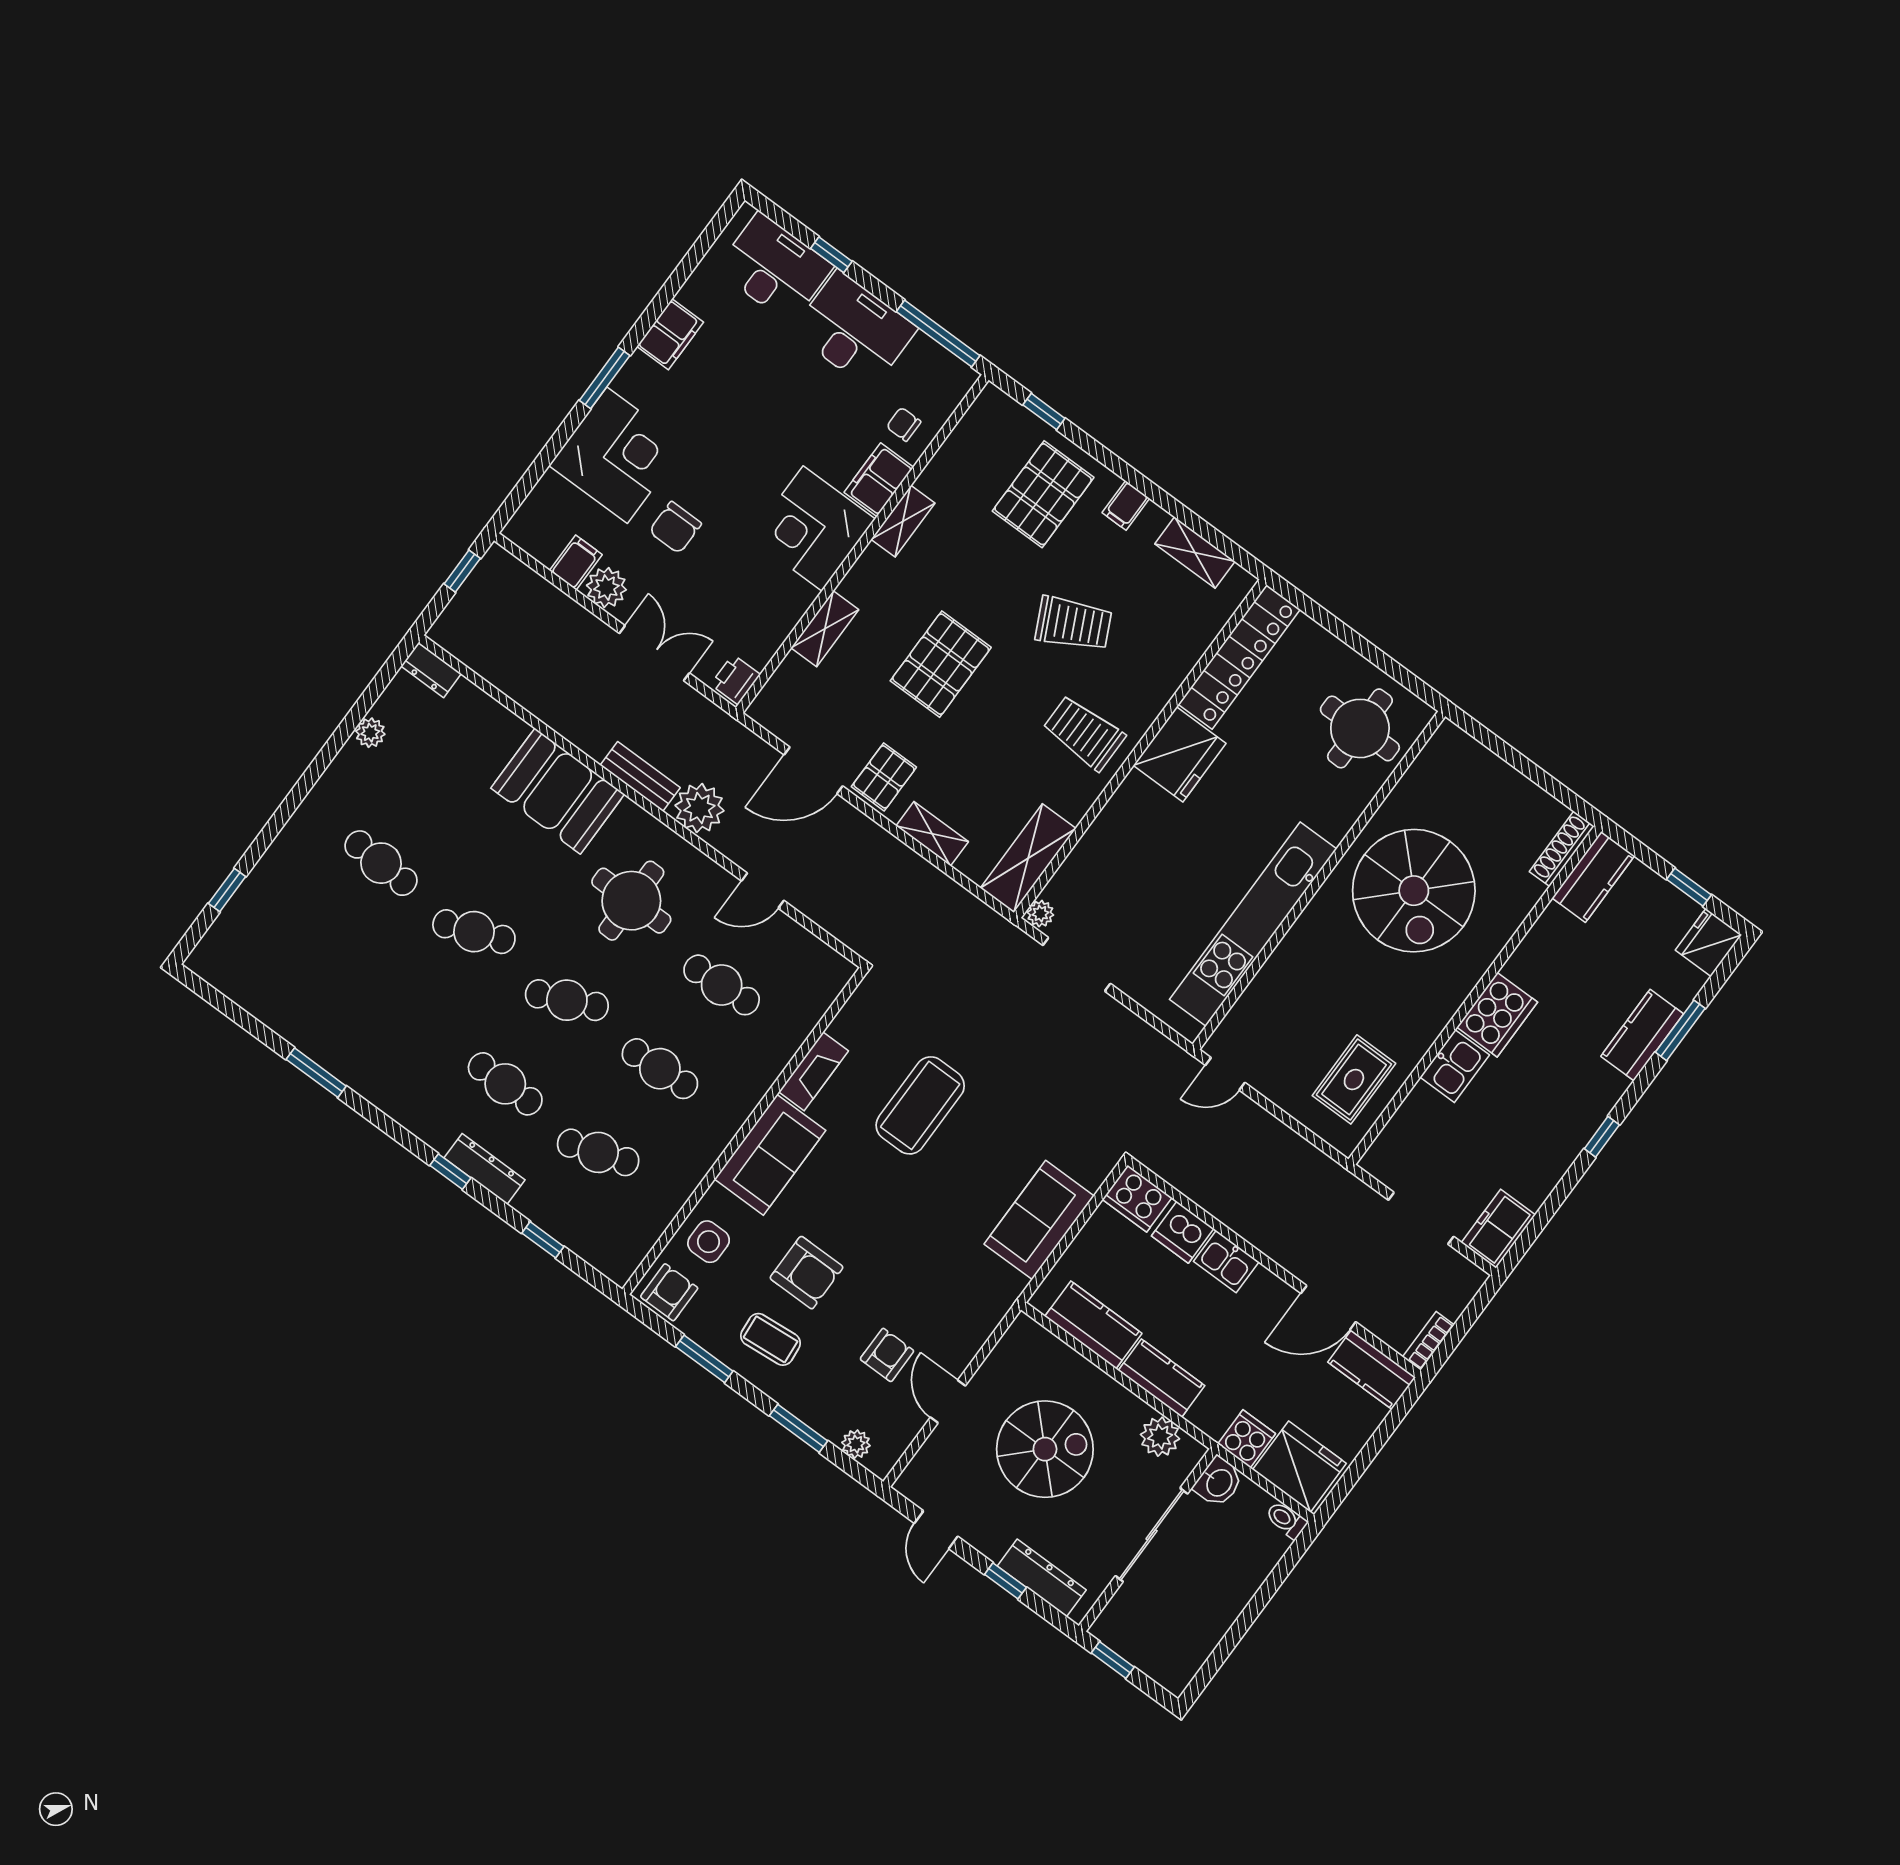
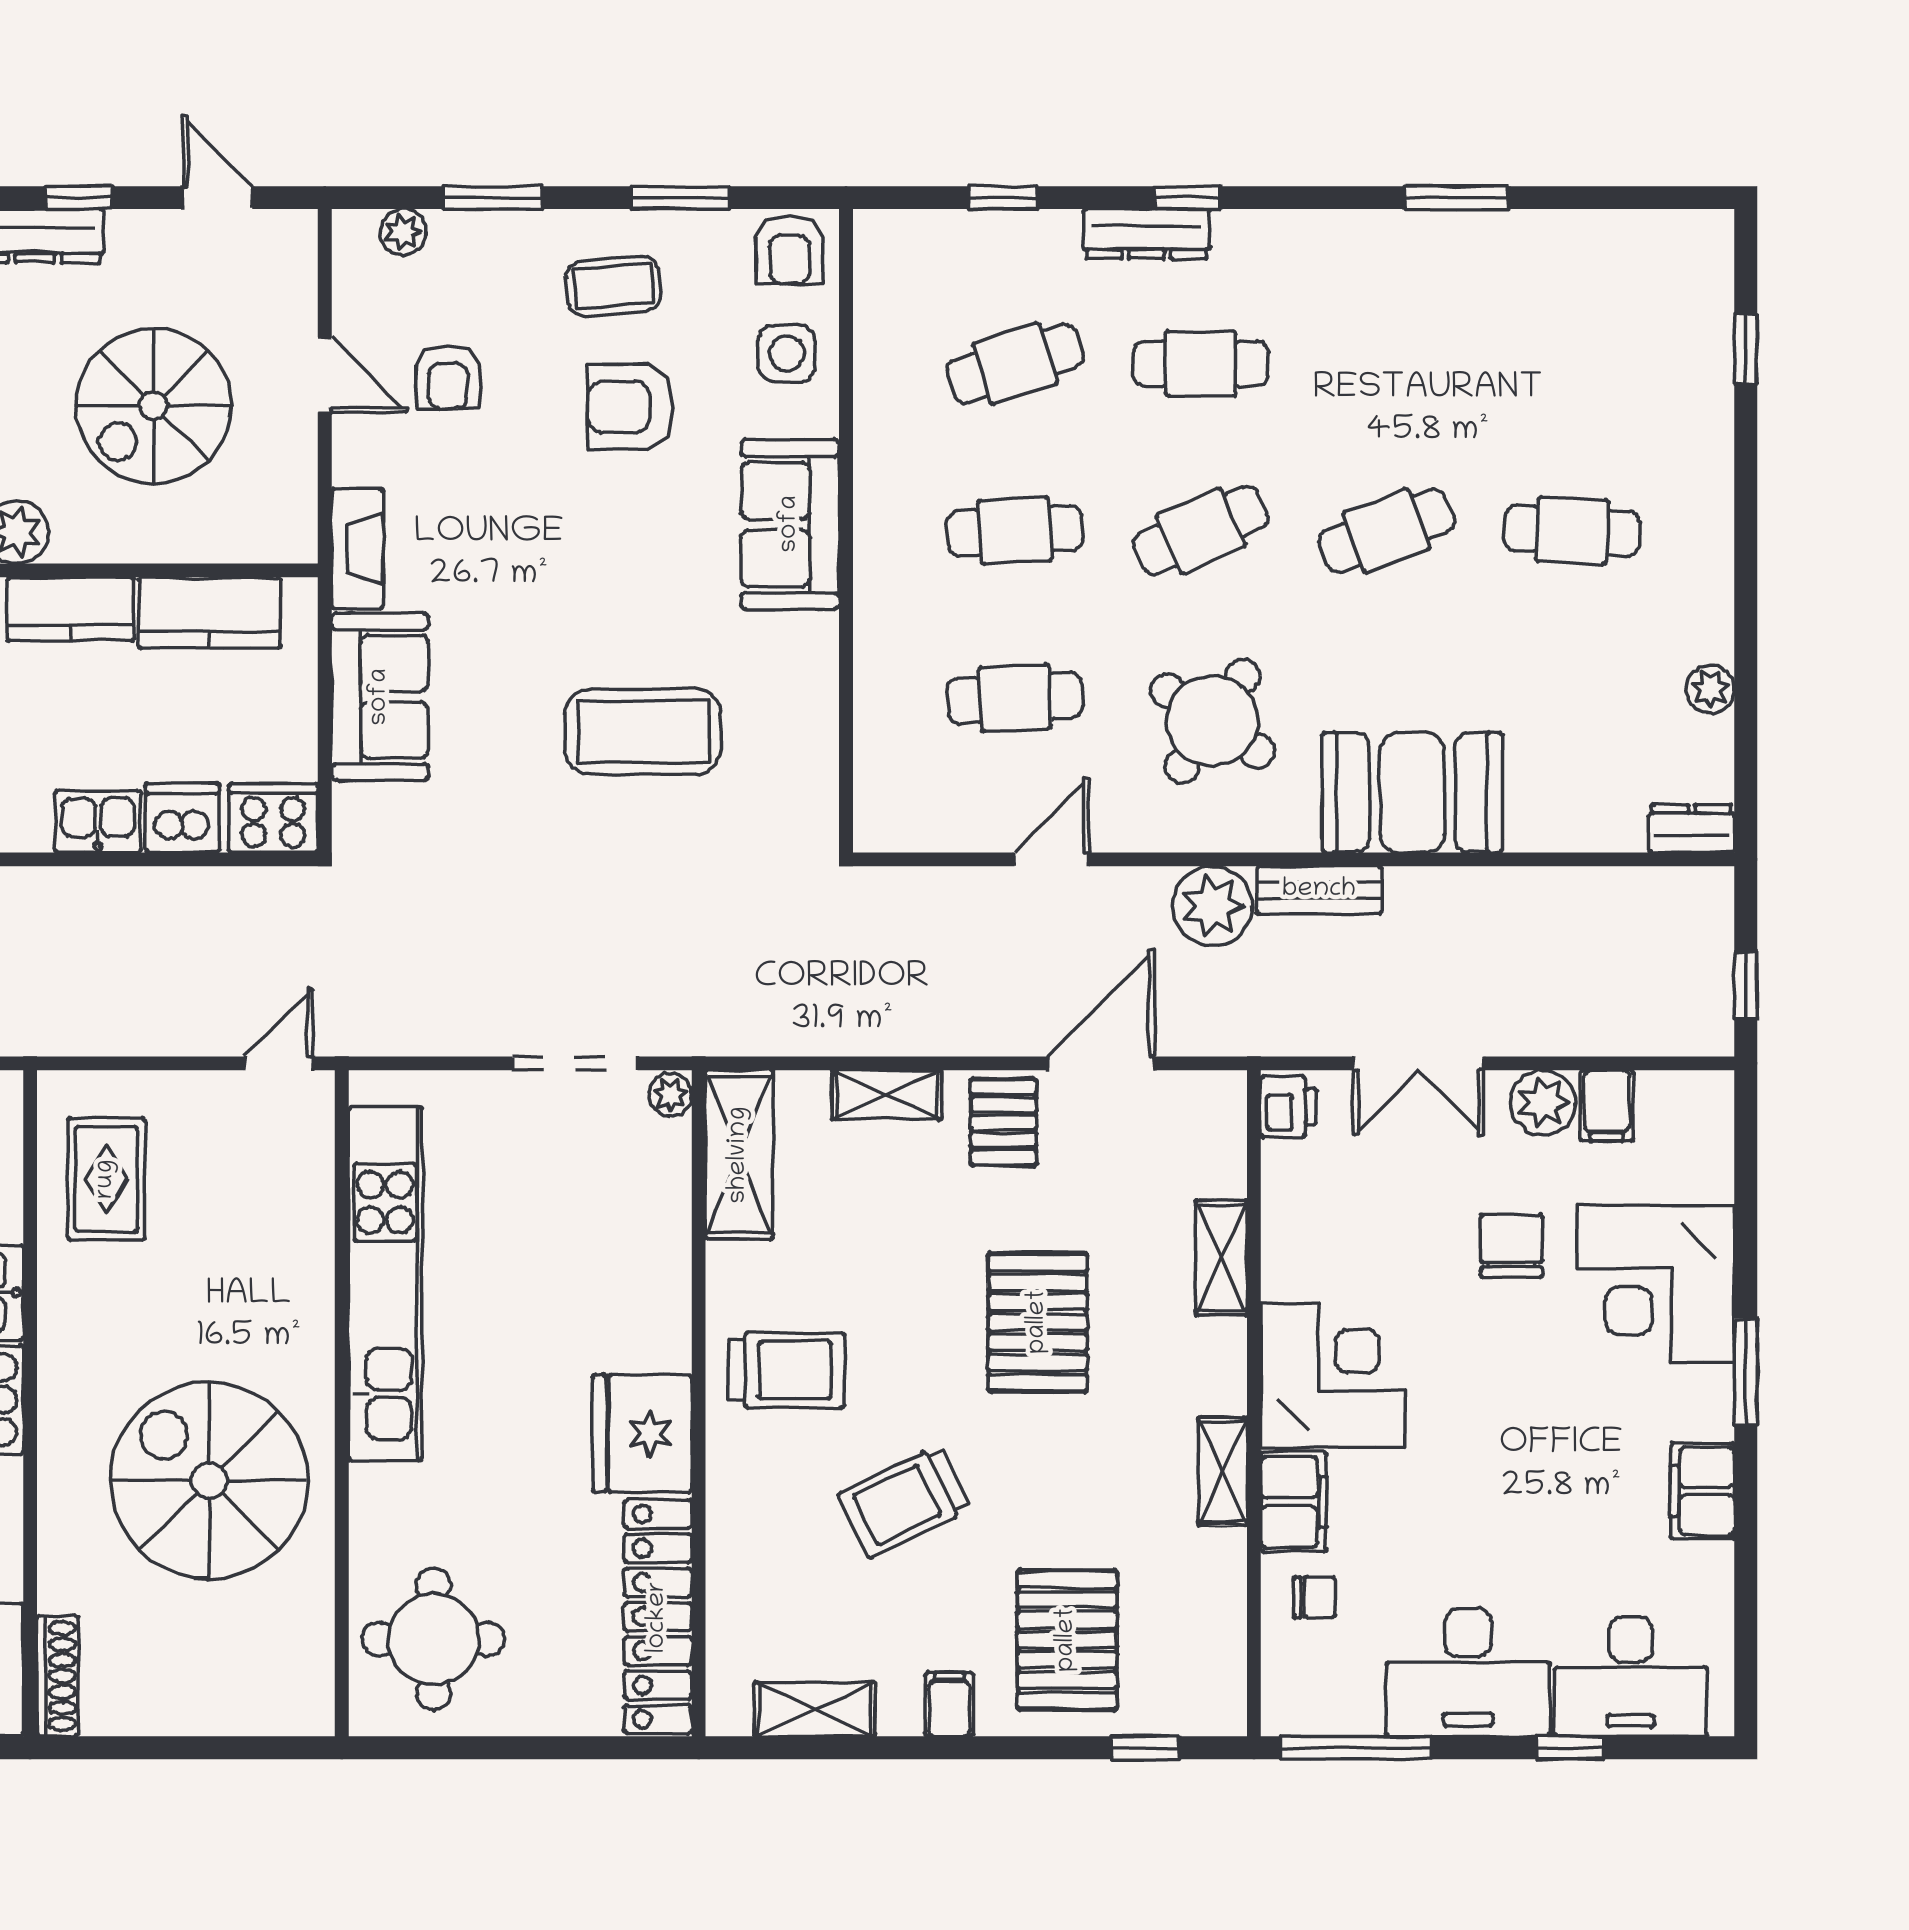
round table: (631, 901) -> (1212, 721), turned 34
fireplace: (814, 1071) -> (357, 548), moved, turned 180
coffee table: (920, 1105) -> (643, 732), turned 90

